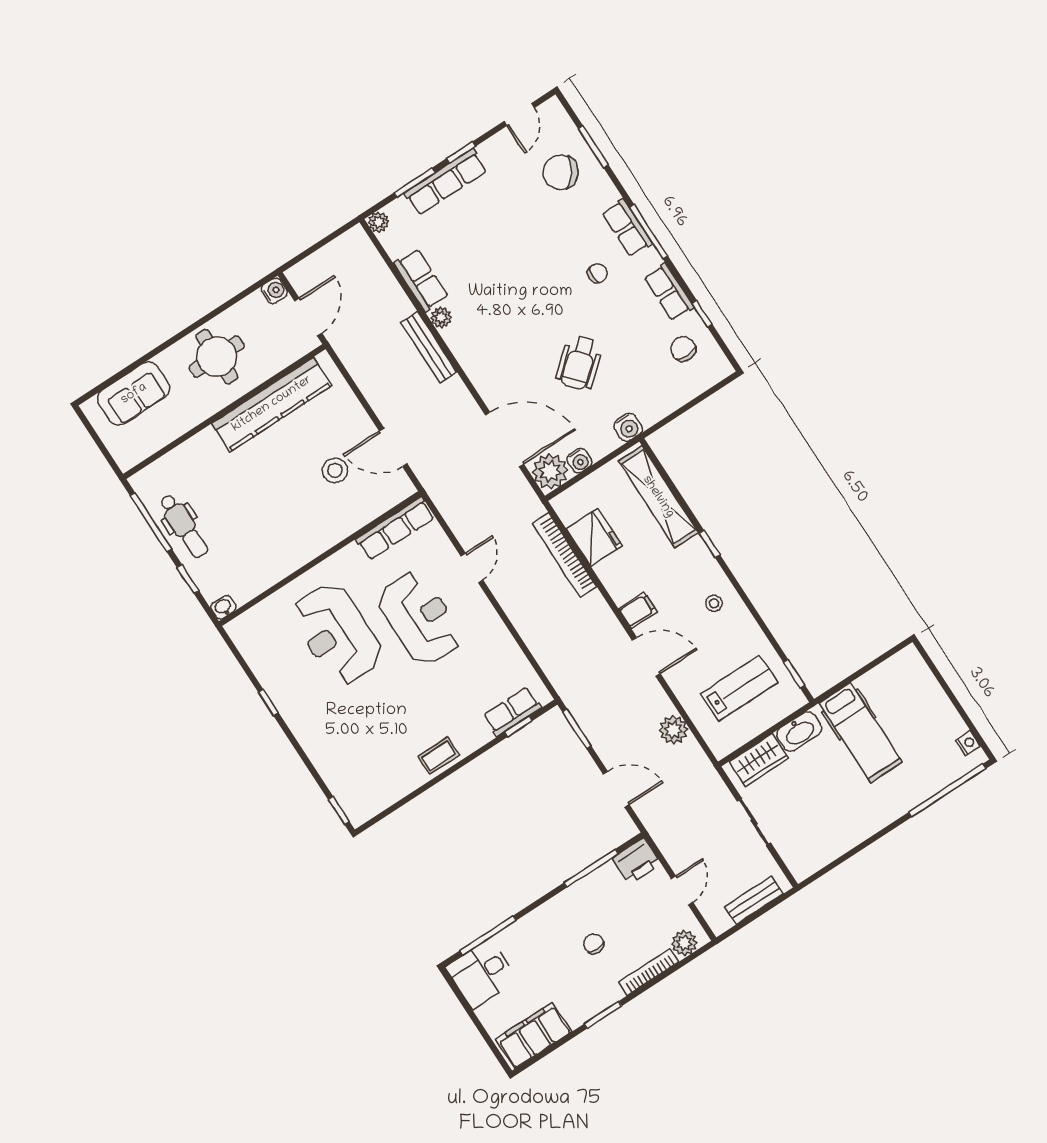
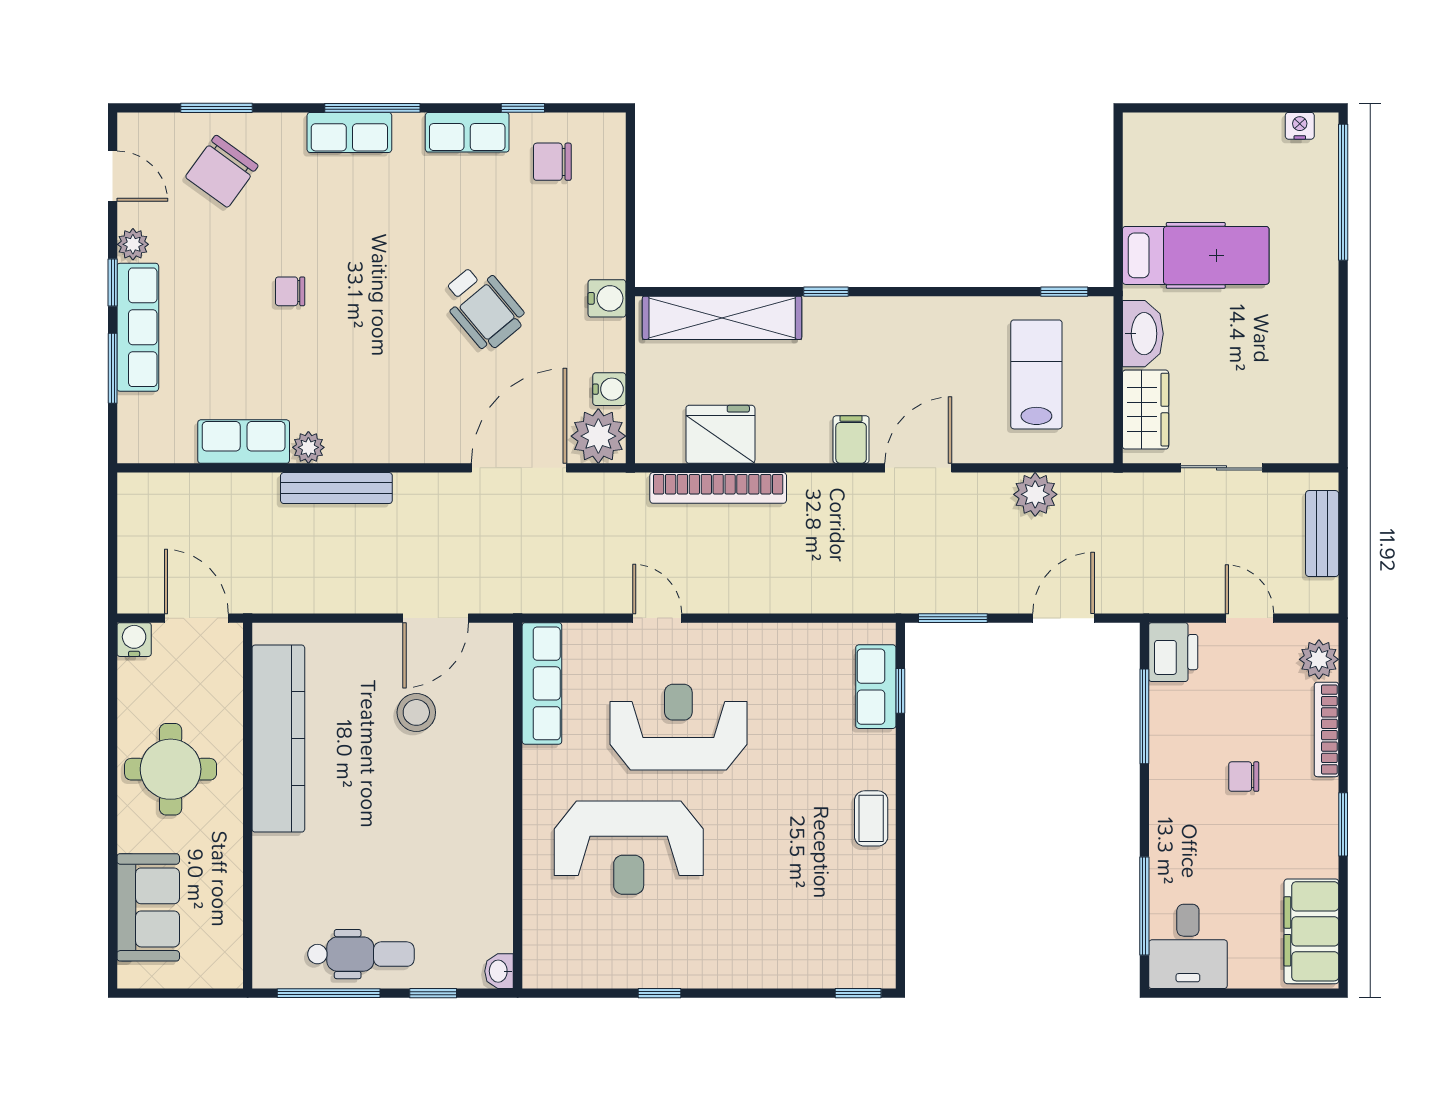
plant: (379, 222) -> (133, 244), moved
chair: (597, 273) -> (290, 291), moved, turned -90
stool: (714, 603) -> (906, 336), removed

